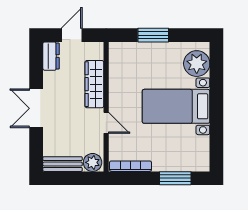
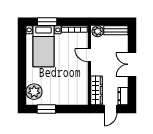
window: (153, 35) -> (46, 109), moved
wardrobe: (94, 84) -> (97, 90), moved
bed with nightstands: (176, 106) -> (43, 46), moved, turned 90
double door: (36, 108) -> (132, 64), swing flipped

